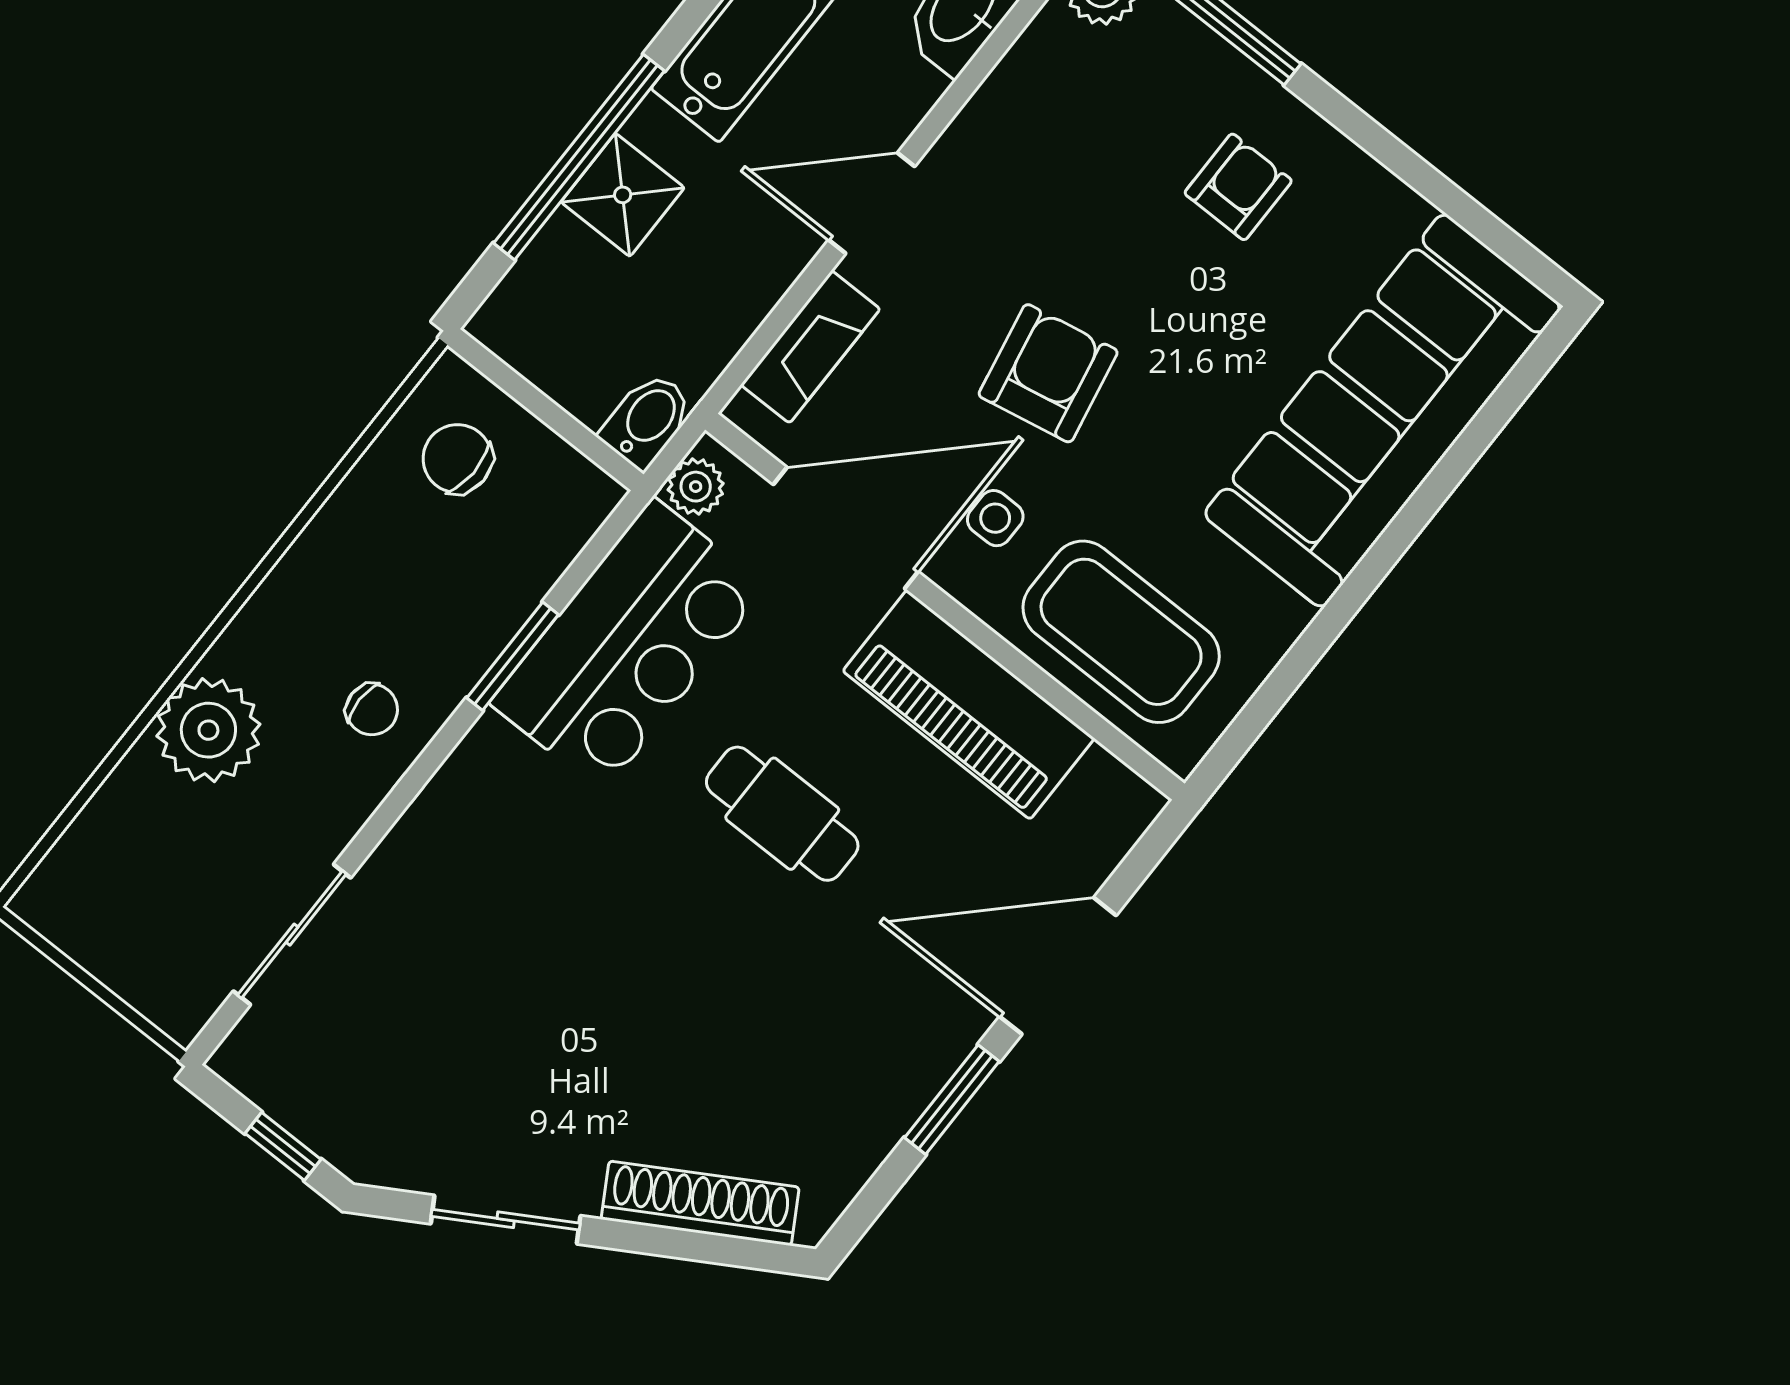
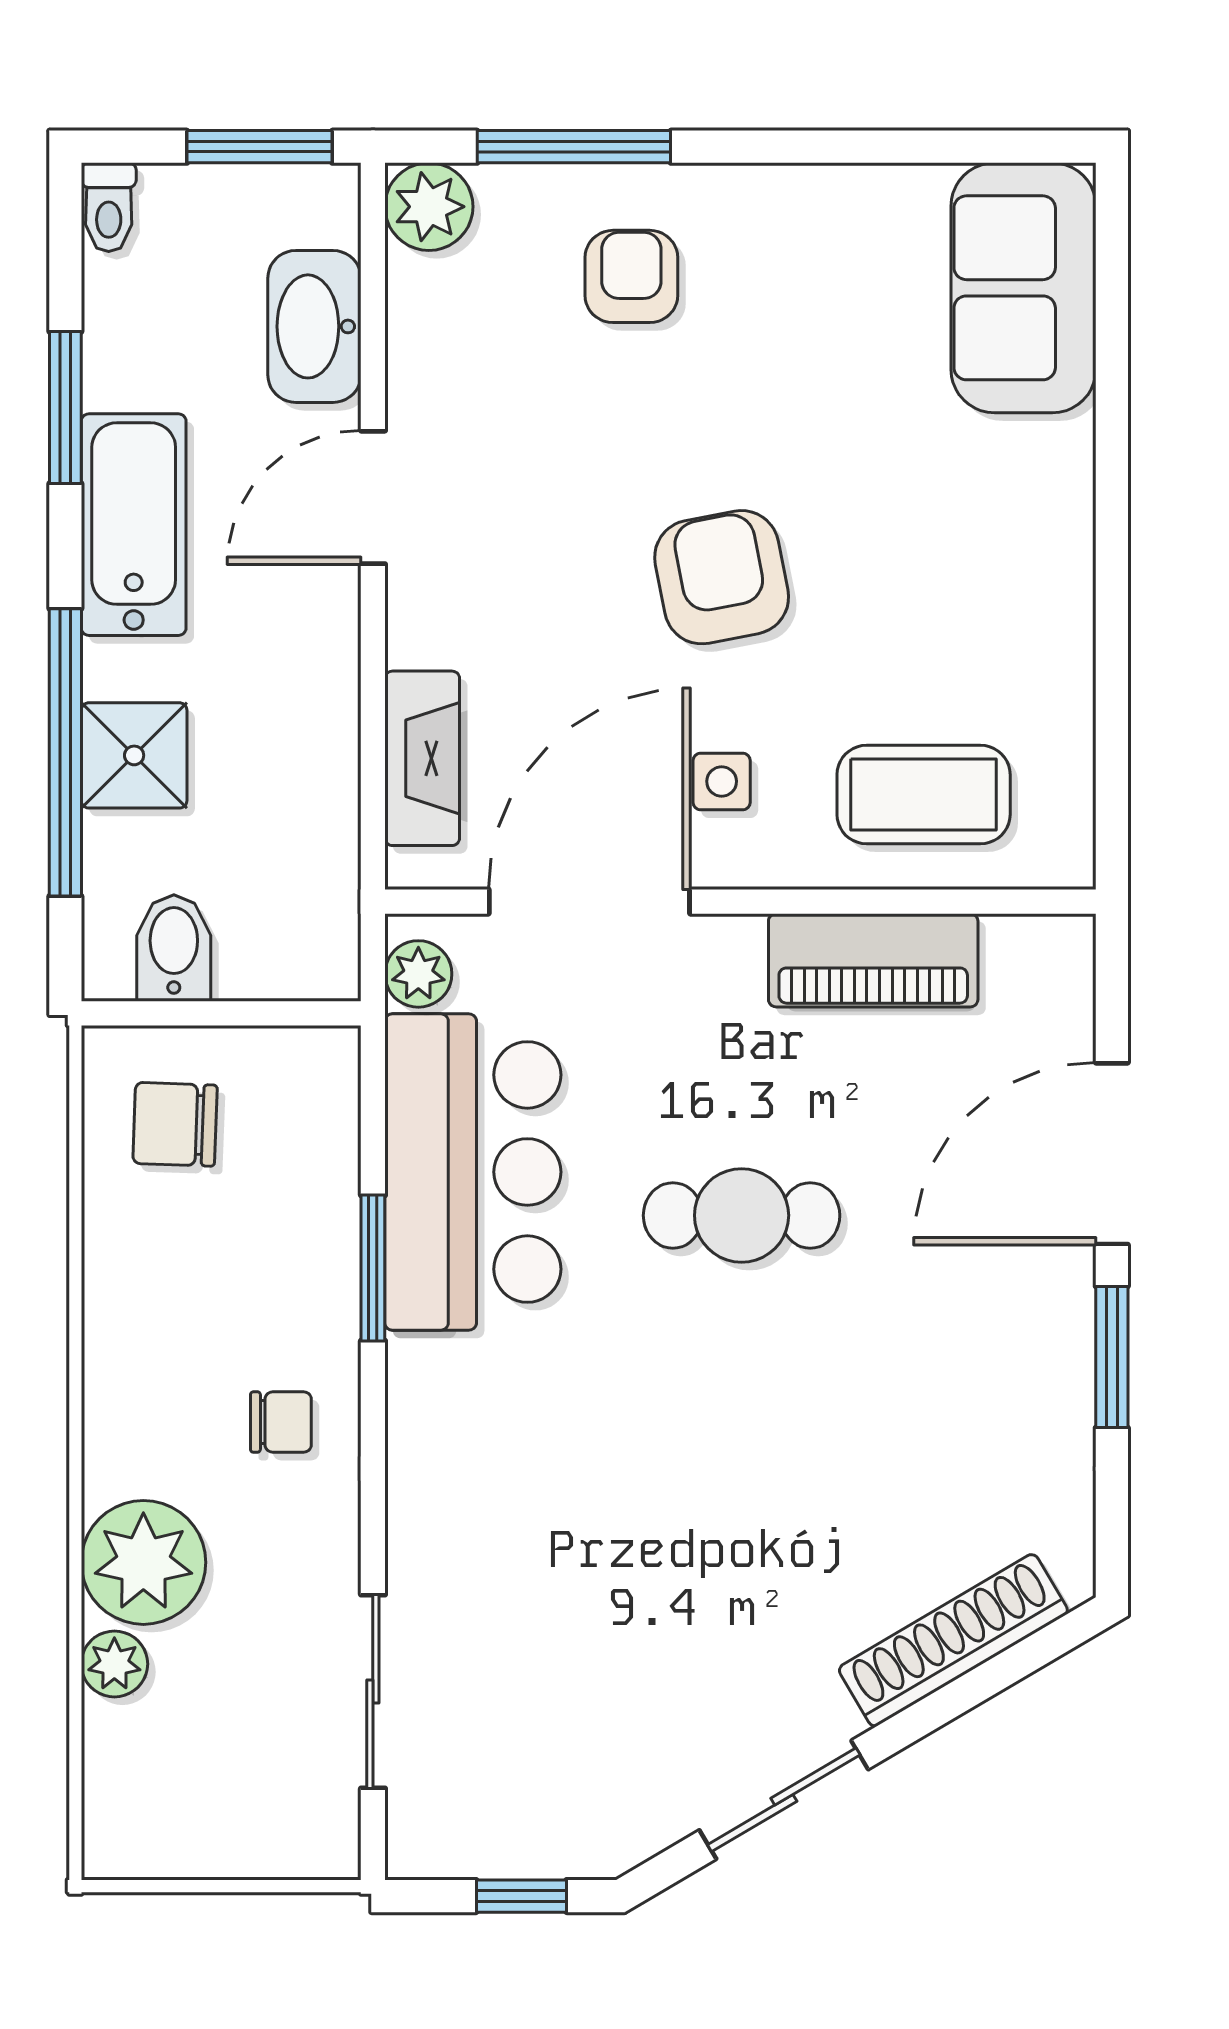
armchair: (1238, 187) -> (631, 276), moved
door: (872, 203) -> (373, 497), moved
armchair: (1048, 373) -> (722, 577), moved
sofa: (1382, 411) -> (1023, 288), width x0.54, depth x0.79
bidet: (647, 420) -> (174, 948), moved
coffee table: (1121, 632) -> (924, 795), width x0.73, depth x0.76
piano: (969, 705) -> (873, 960), width x0.73, depth x0.75
plant: (136, 782) -> (114, 1664), added

